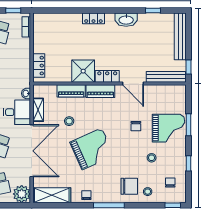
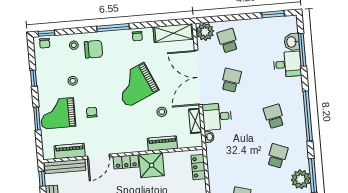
door: (133, 83) -> (98, 157), swing flipped
piano: (100, 91) -> (70, 151), moved
chair: (170, 182) -> (45, 43), moved
chair: (129, 186) -> (93, 49), turned 180

